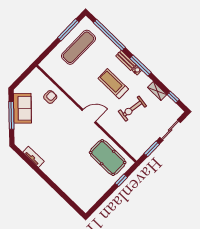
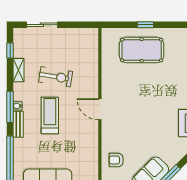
treadmill: (113, 84) -> (50, 115), turned 180
window: (152, 149) -> (74, 25), removed
pool table: (108, 158) -> (142, 50), moved, turned 90
window: (121, 180) -> (145, 25), moved

